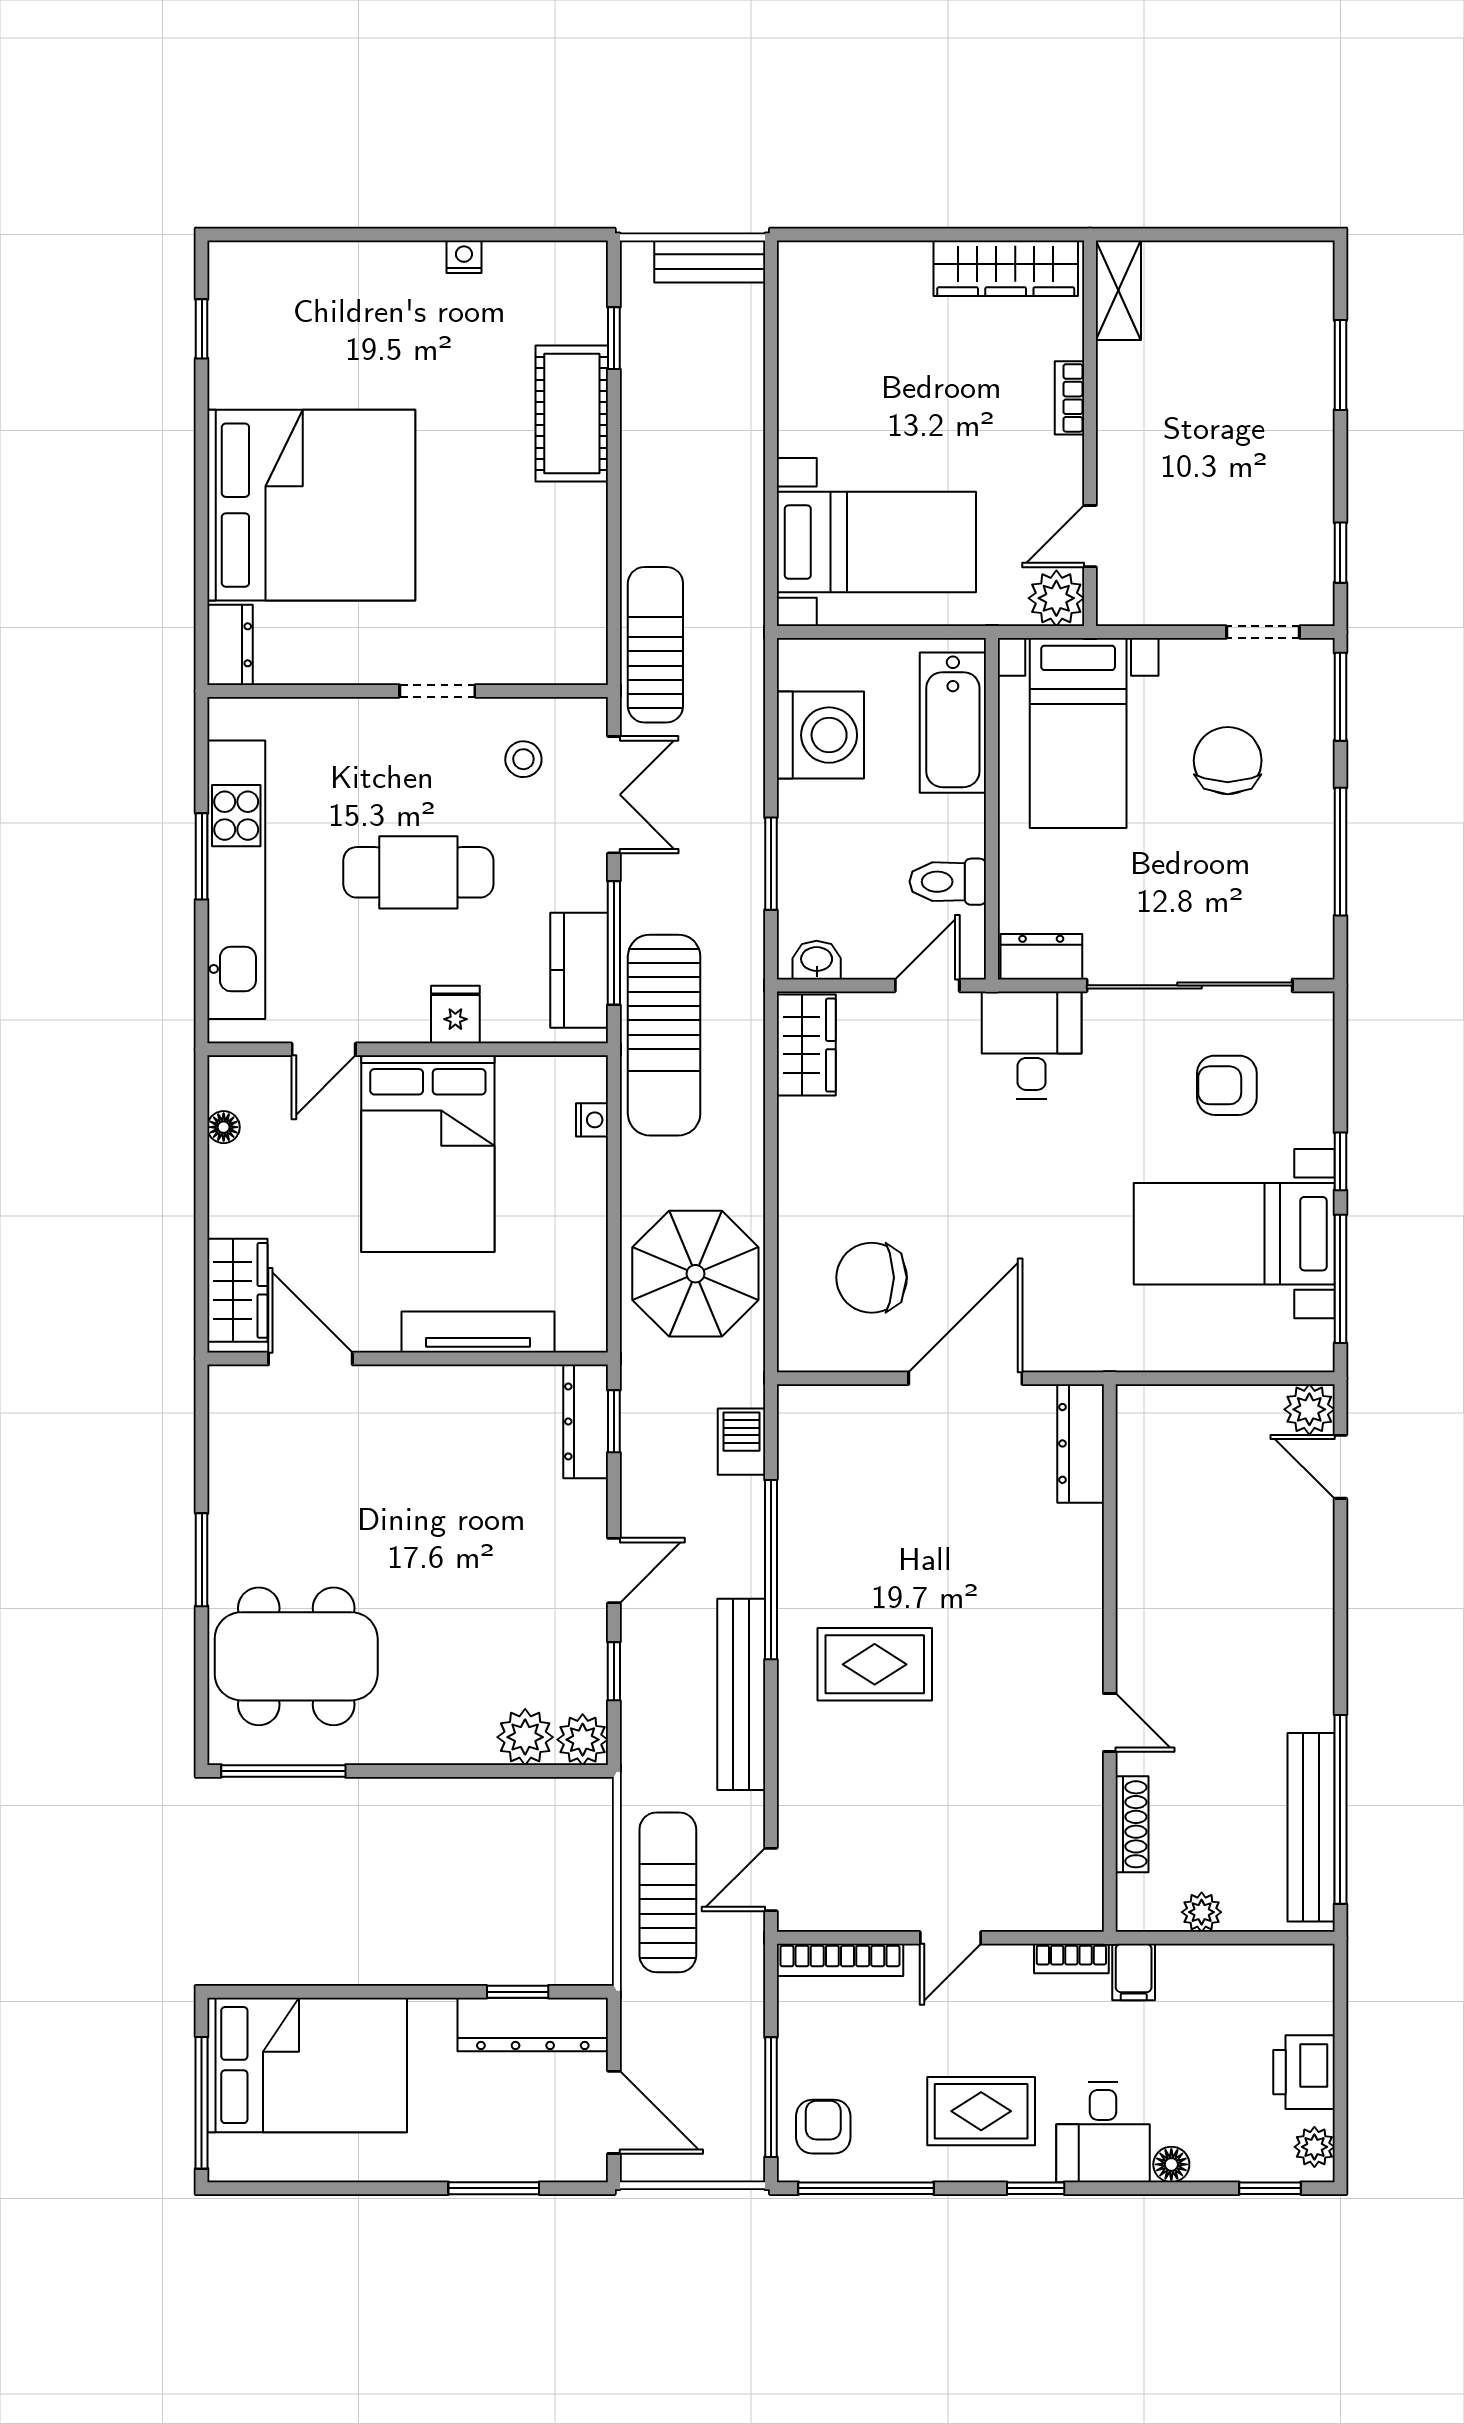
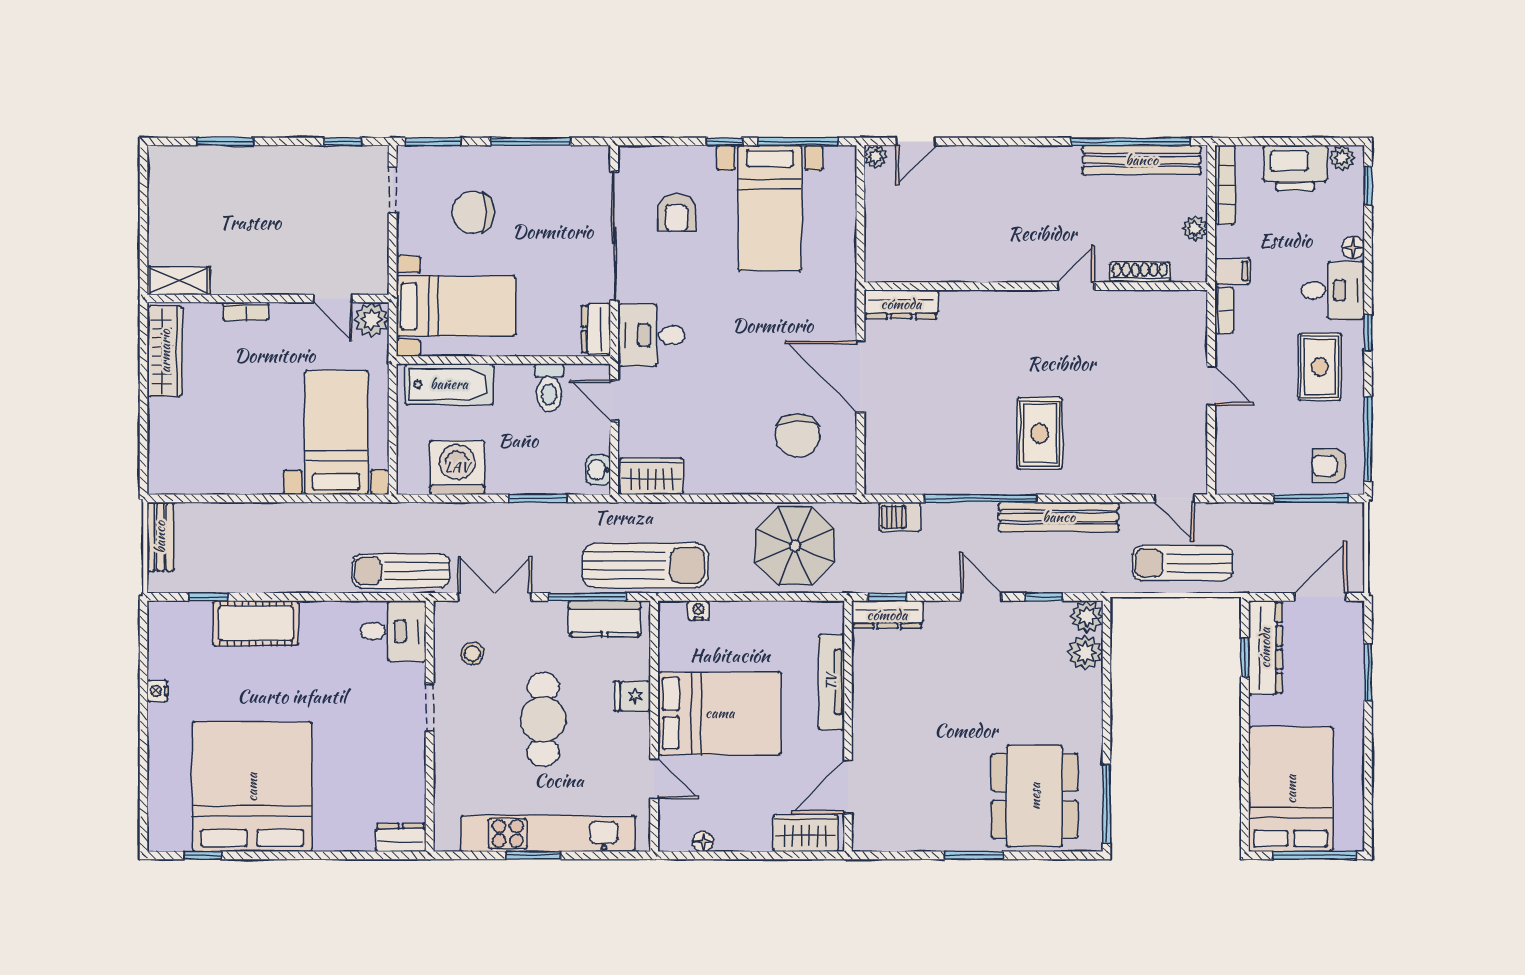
bed: (311, 505) -> (252, 787), moved
desk: (559, 633) -> (393, 631), added
plant: (1309, 1409) -> (876, 157), width x0.73, depth x0.73
bookcase: (840, 1960) -> (1225, 185), moved
printer: (1304, 2072) -> (1295, 168), width x1.37, depth x1.19

